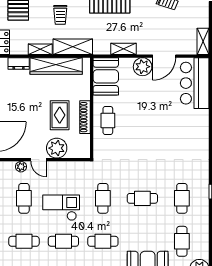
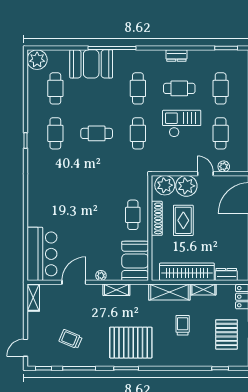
plant: (143, 67) -> (101, 276), width x0.53, depth x0.53
plant: (77, 149) -> (165, 185), added
checkout: (61, 208) -> (182, 124), turned 180
cafe table: (24, 241) -> (221, 88), turned 90
cafe table: (103, 241) -> (138, 88), turned 90

